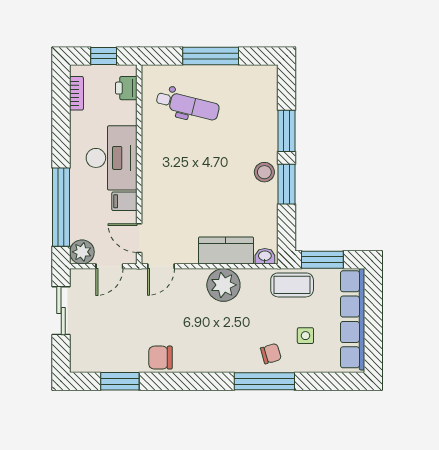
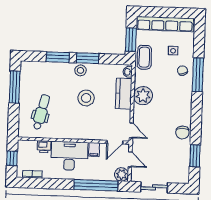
window: (211, 56) -> (15, 87), moved
printer: (126, 88) -> (44, 147), moved
stool: (216, 184) -> (86, 98), added

